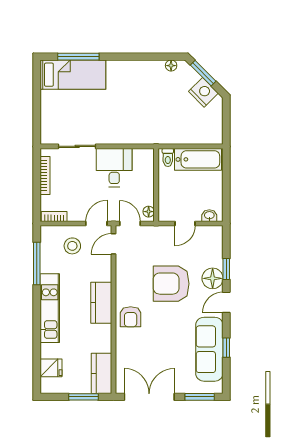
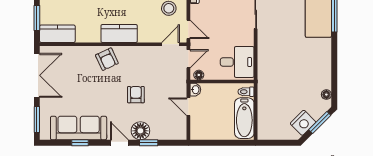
desk: (114, 168) -> (237, 62), moved
washbasin: (209, 216) -> (195, 90), moved
door: (113, 244) -> (171, 44), hinge flipped
armchair: (171, 284) -> (136, 95), width x0.53, depth x0.53
armchair: (131, 317) -> (107, 59), turned -115

